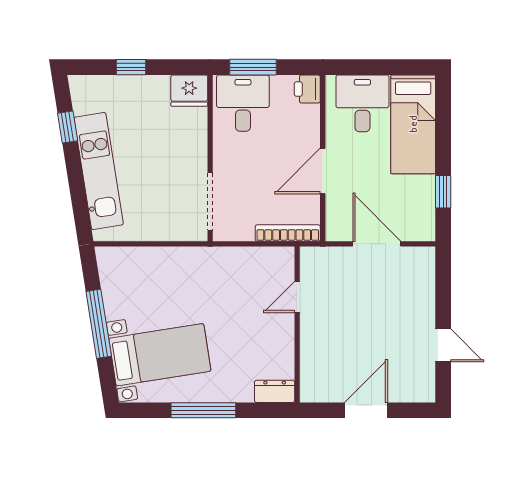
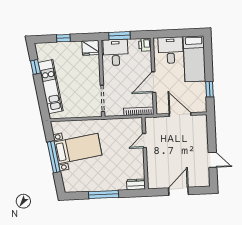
bed with nightstands: (160, 355) -> (78, 148), moved

